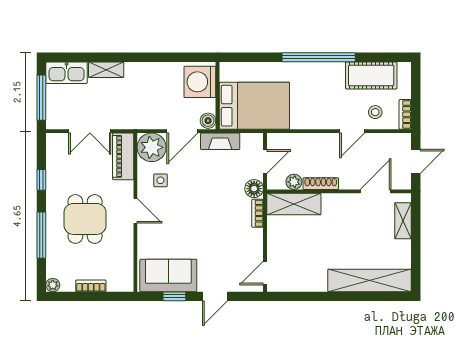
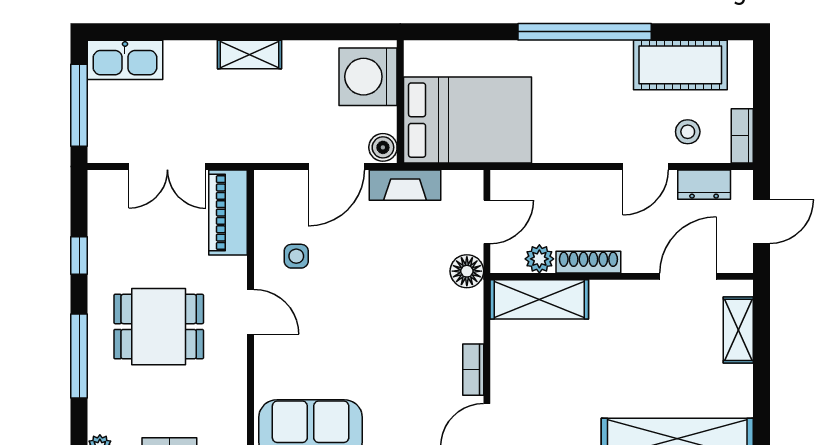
shelving: (106, 70) -> (250, 54), moved
dresser: (384, 141) -> (704, 185), added
plant: (152, 147) -> (280, 196), removed
bookcase: (258, 213) -> (473, 370), moved
dining table: (85, 219) -> (159, 327), turned 90

